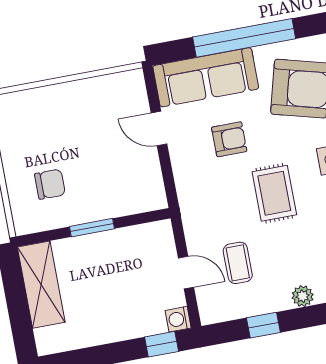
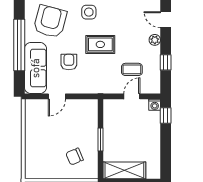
chair: (50, 184) -> (75, 157), turned -113

